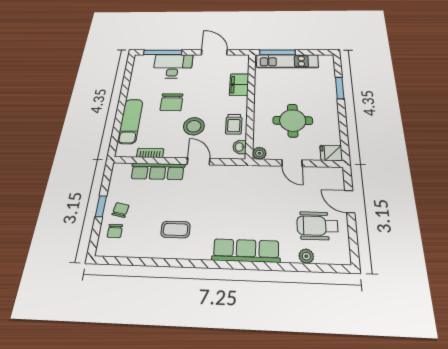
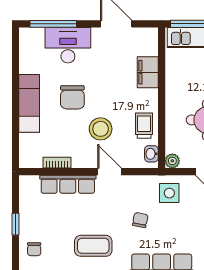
exam couch: (130, 121) -> (29, 103), moved
trolley: (234, 124) -> (144, 126), turned 180
side table: (256, 181) -> (169, 193), added
chair: (121, 210) -> (140, 220), moved
coffee table: (176, 229) -> (93, 246), width x1.36, depth x1.30

